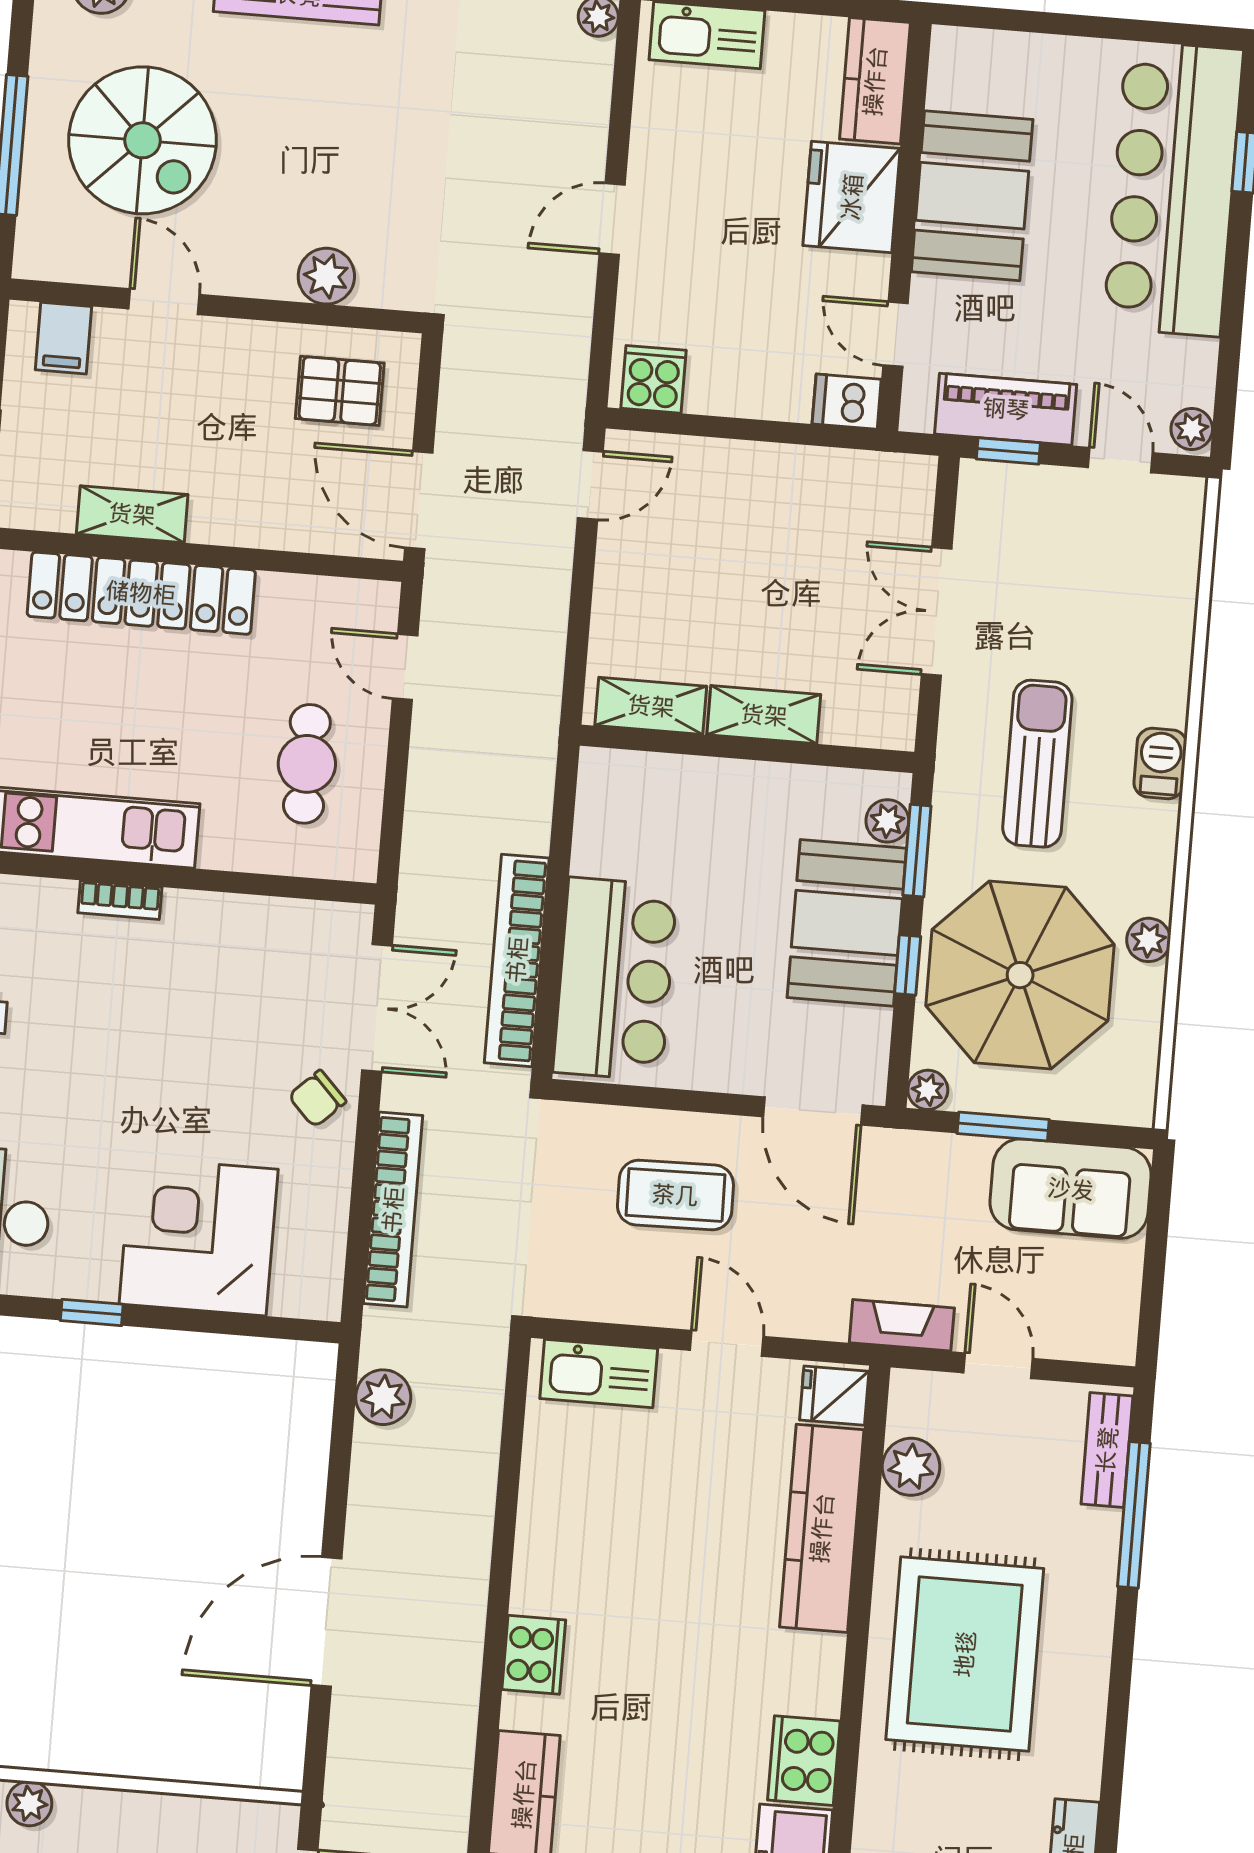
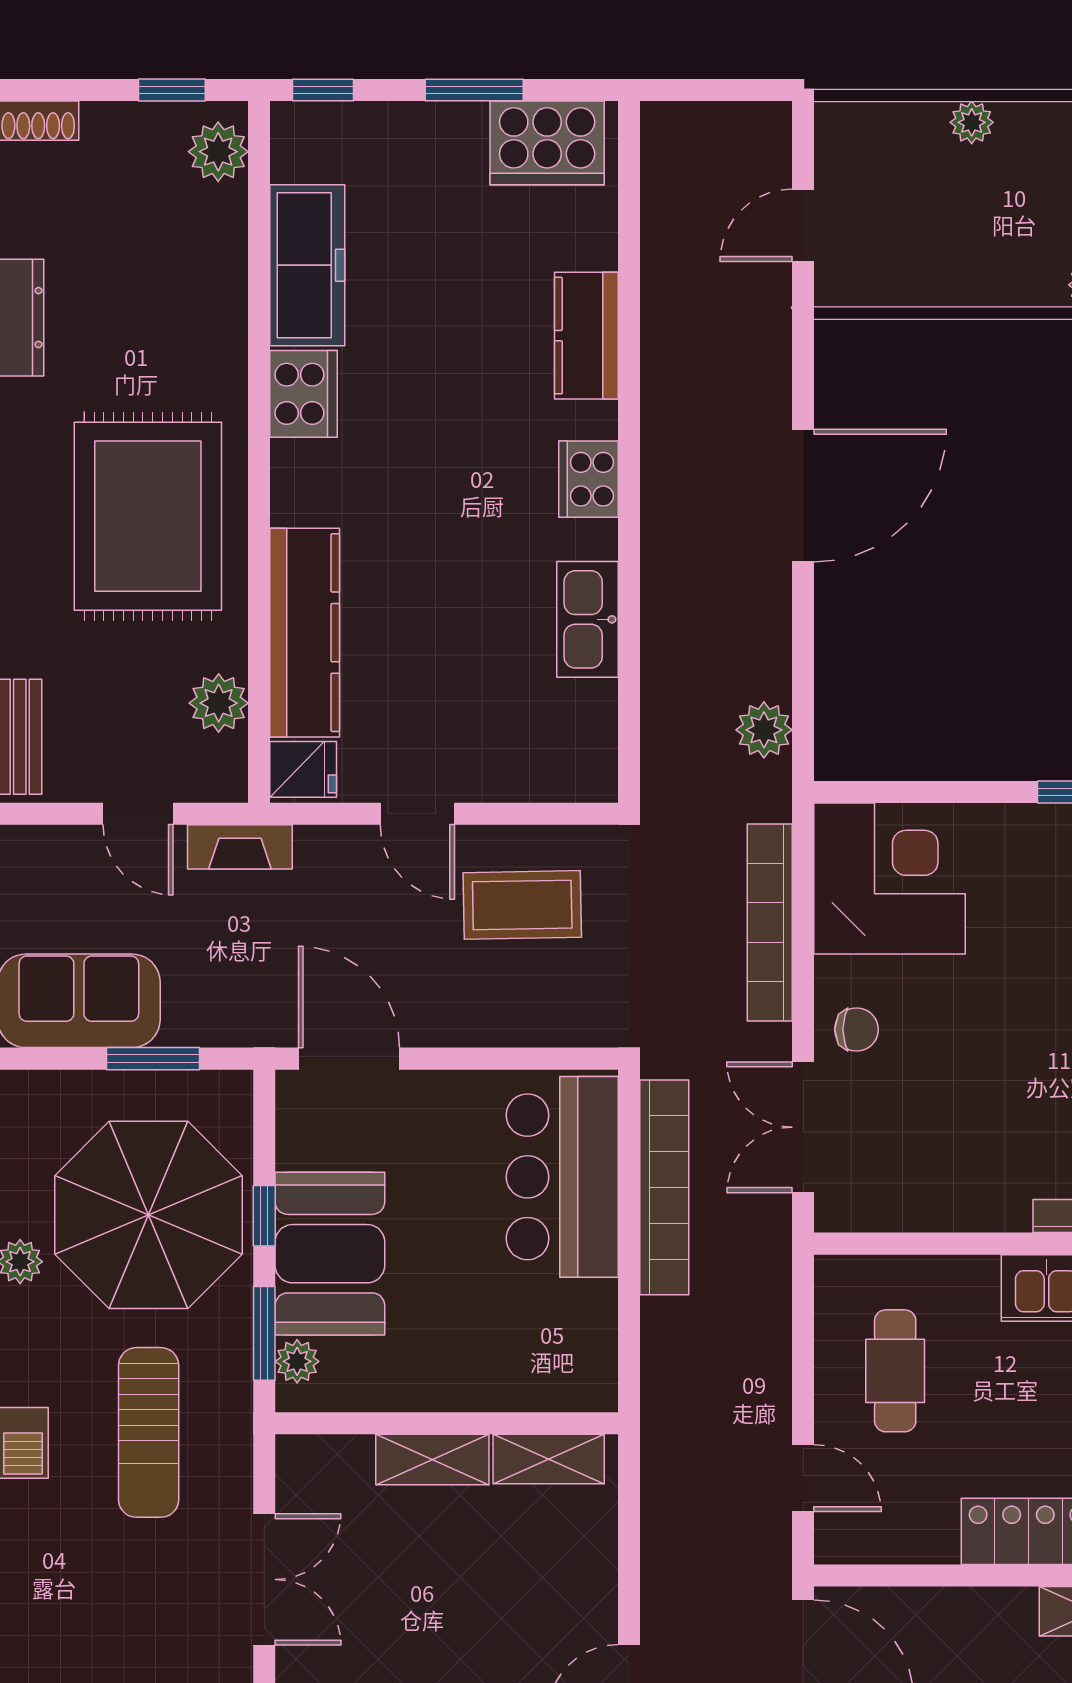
plant: (928, 1090) -> (233, 1090), removed
chair: (317, 1099) -> (856, 1029), turned 44
coffee table: (675, 1195) -> (522, 905), moved
corner desk: (199, 1237) -> (890, 878), moved, turned -90
kitchen sink: (599, 1373) -> (587, 619), moved, turned -90

